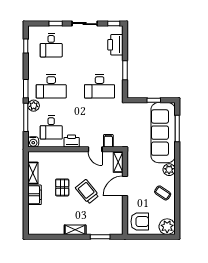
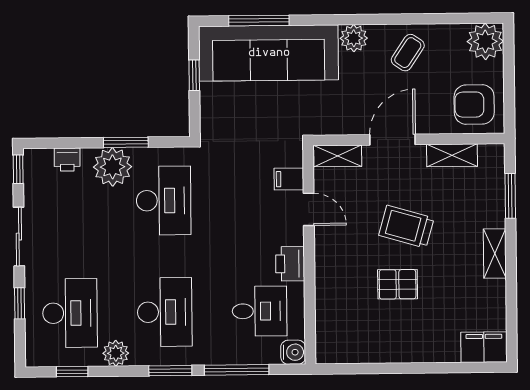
desk: (51, 45) -> (70, 313), width x1.37
printer: (115, 45) -> (67, 160), width x0.53, depth x0.68
plant: (114, 64) -> (113, 167), added
plant: (34, 106) -> (116, 353), moved
door: (95, 149) -> (309, 209), hinge flipped
shelving: (33, 173) -> (452, 155), moved
door: (125, 186) -> (392, 140), swing flipped
trolley: (87, 192) -> (406, 227), turned 55
filing cabinet: (35, 195) -> (484, 347), moved
armchair: (140, 222) -> (474, 105), turned -90

